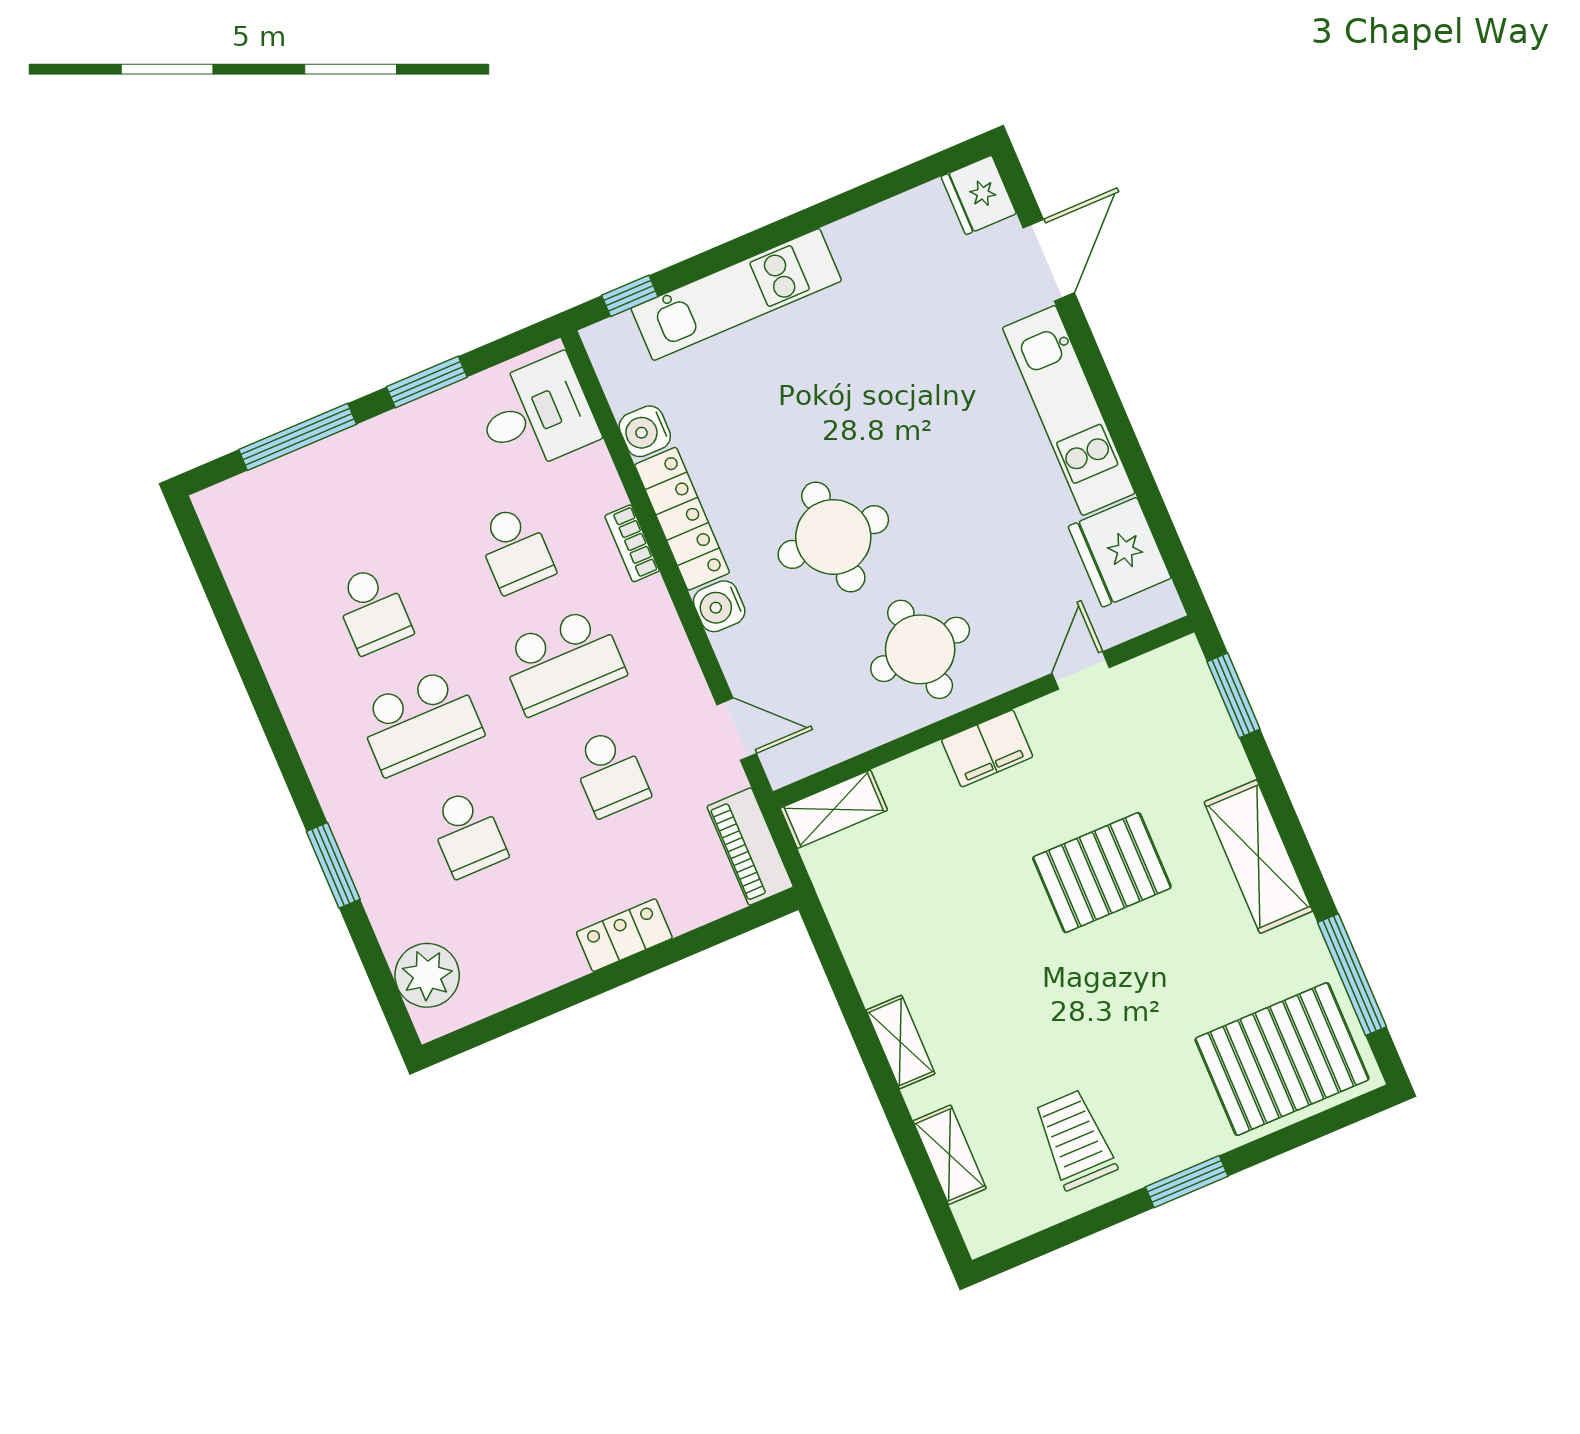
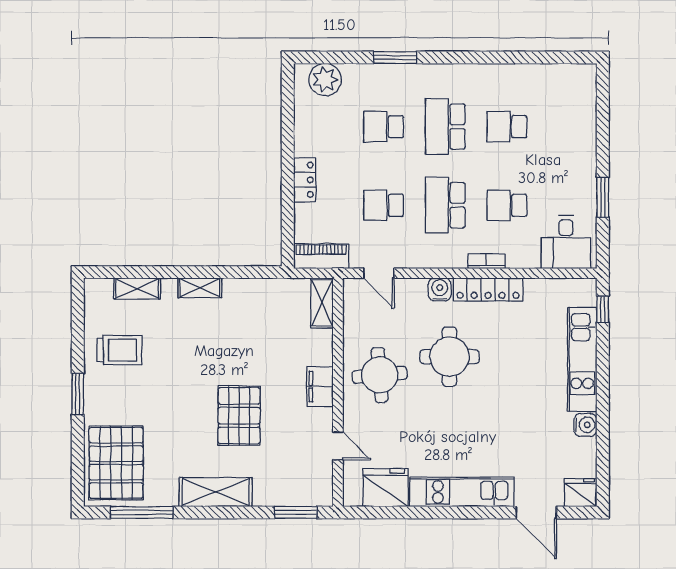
water cooler: (645, 431) -> (585, 425), moved, turned 90
window: (298, 437) -> (603, 126), removed
door: (737, 729) -> (379, 273), hinge flipped

